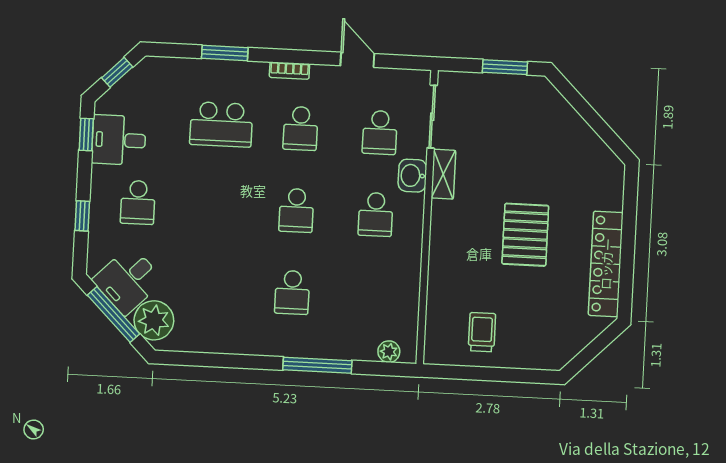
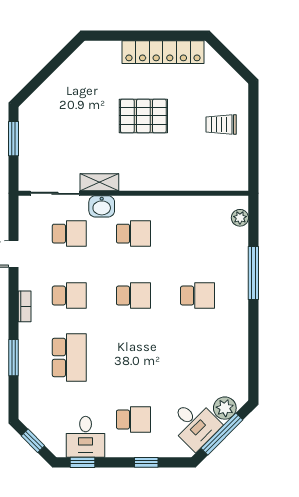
plant: (154, 320) -> (225, 408), width x0.73, depth x0.73
trolley: (482, 332) -> (221, 124), moved

